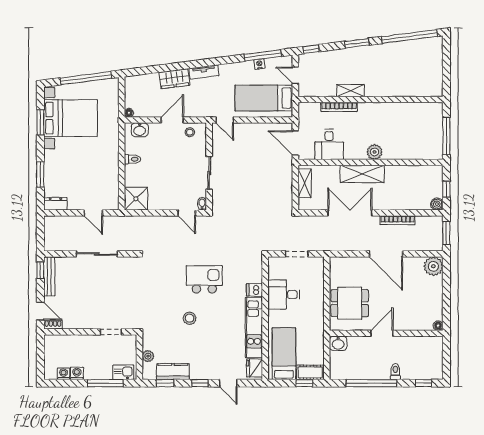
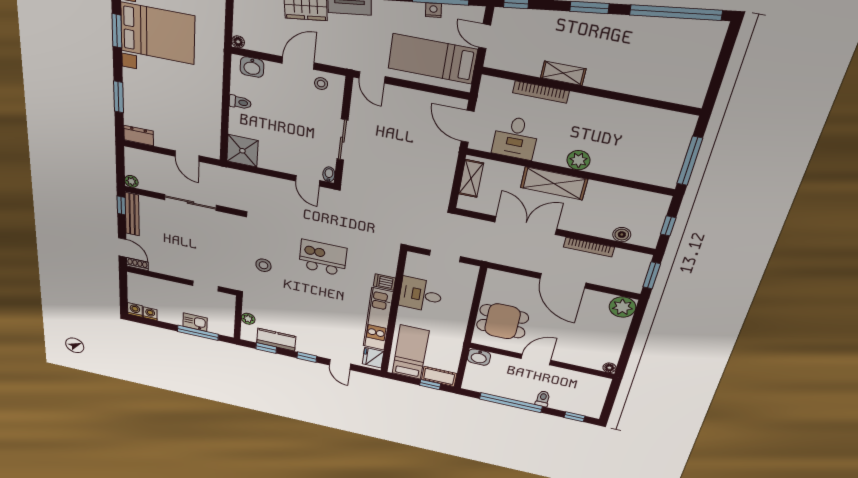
boiler: (437, 204) -> (622, 235), moved
plant: (49, 246) -> (131, 181), added
stool: (190, 318) -> (263, 265), moved
kitchen sink: (123, 372) -> (195, 322), moved
washing machine: (77, 373) -> (135, 310), moved

